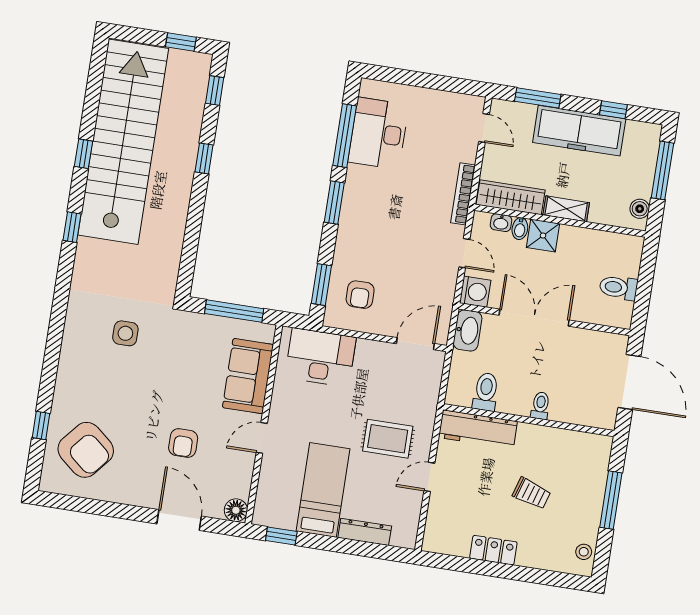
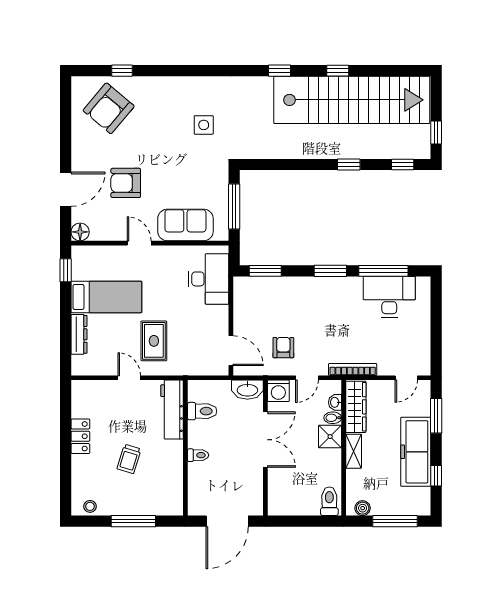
toilet: (618, 288) -> (329, 501), moved
armchair: (360, 295) -> (283, 348), moved, turned 90
armchair: (183, 443) -> (126, 183), width x1.38, depth x1.38

